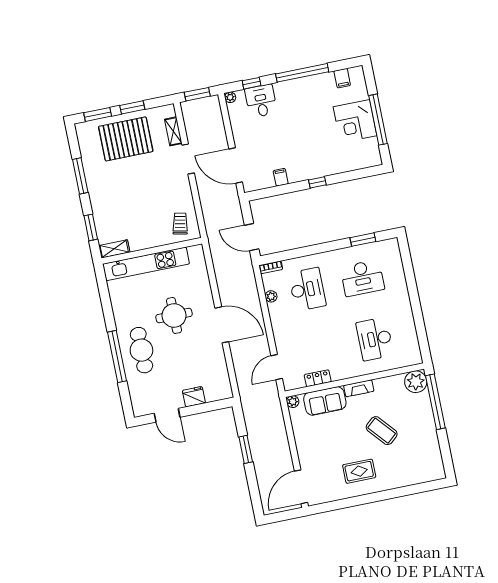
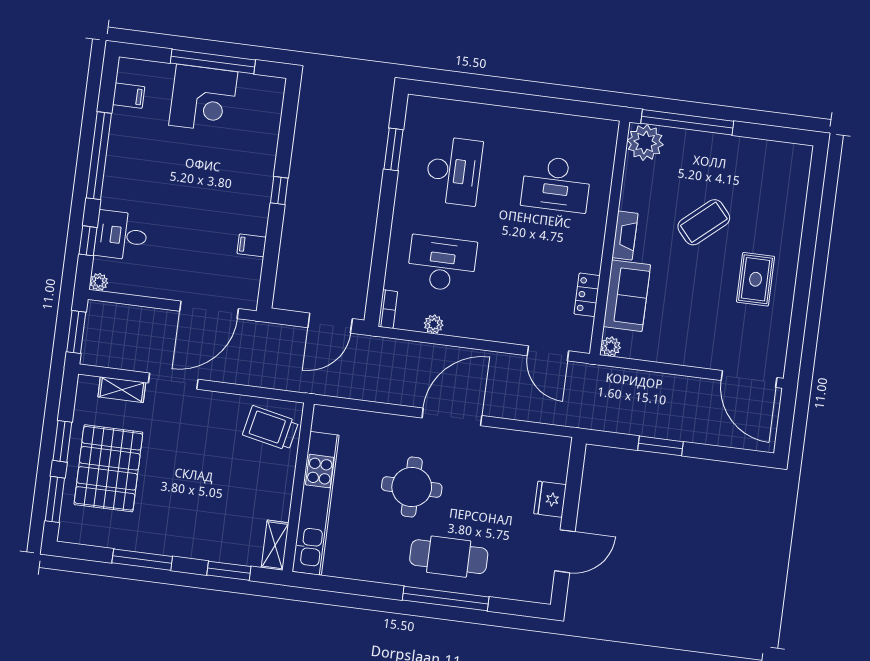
trolley: (180, 224) -> (271, 428), width x1.36, depth x1.39

